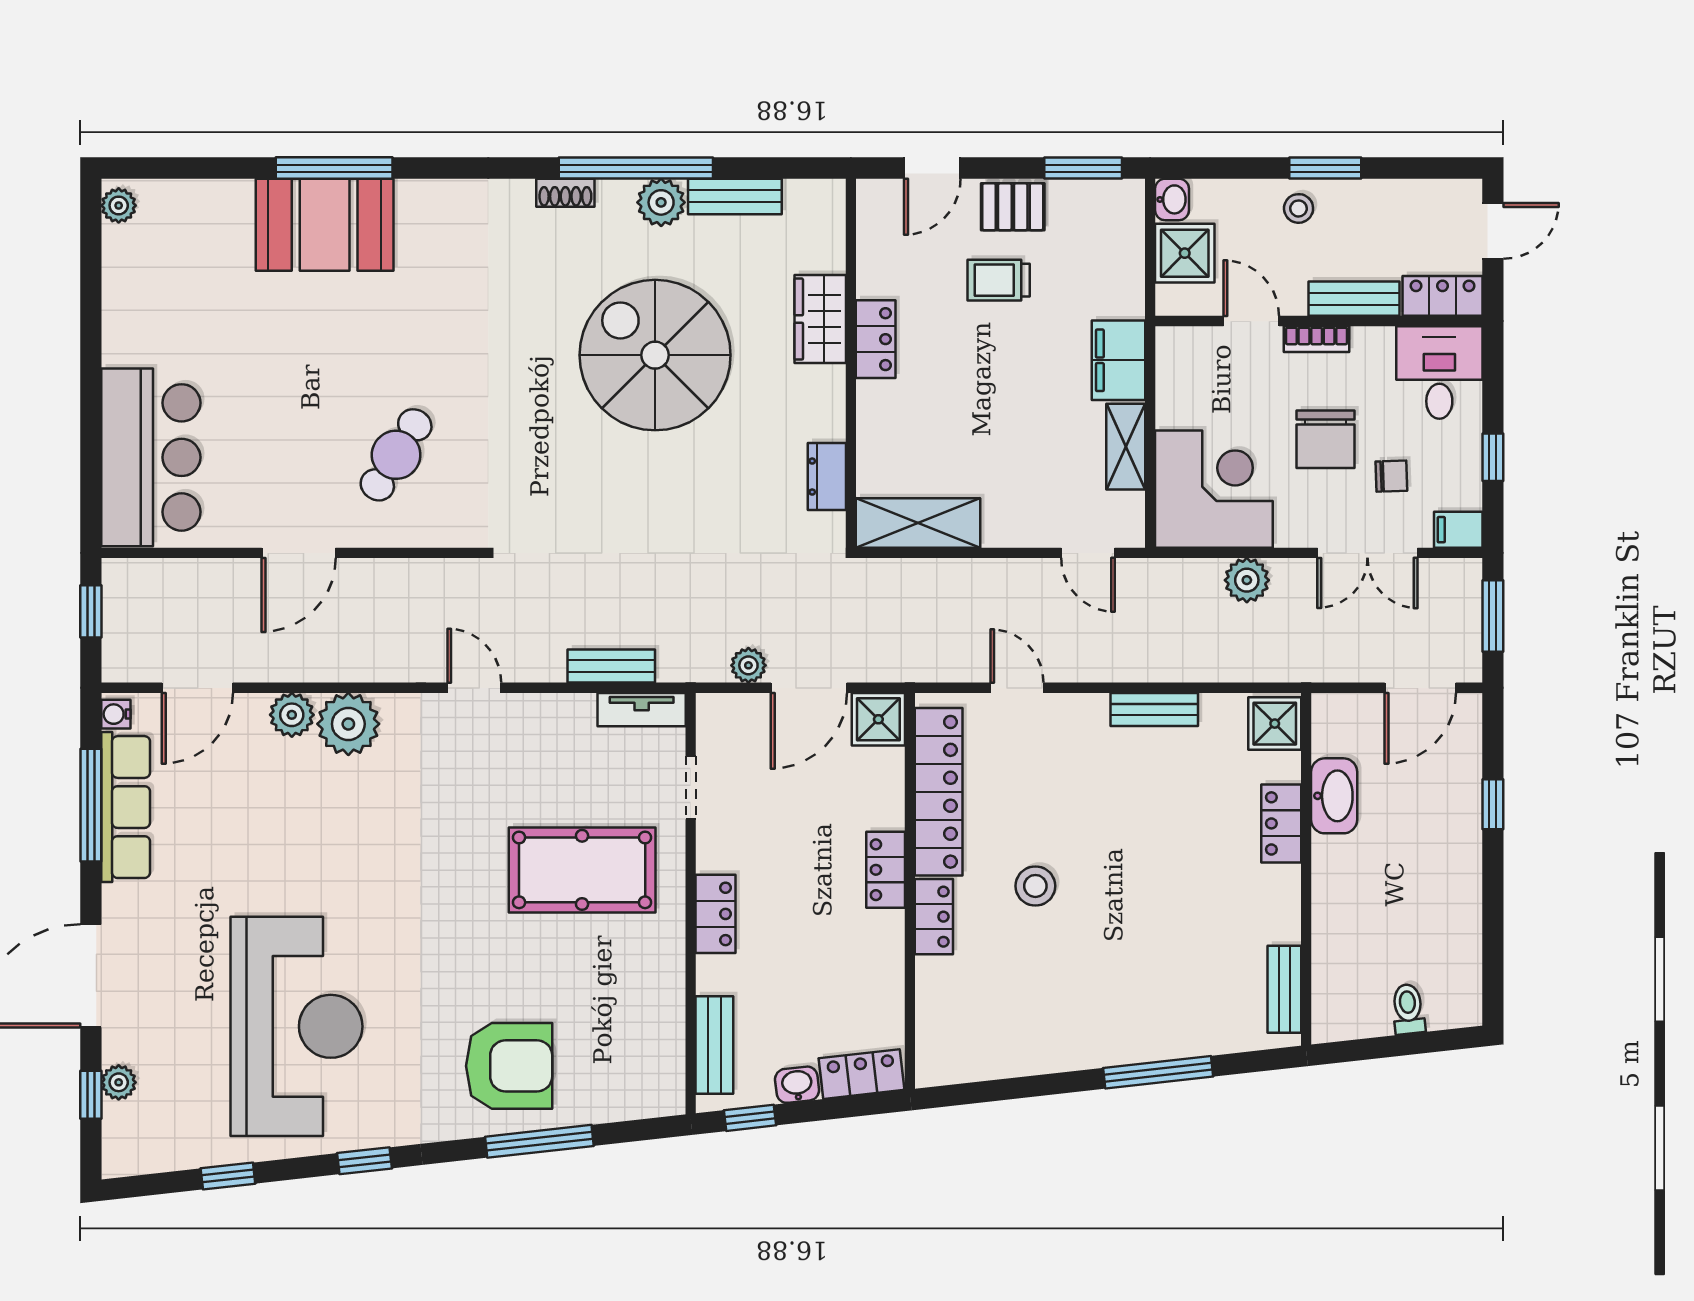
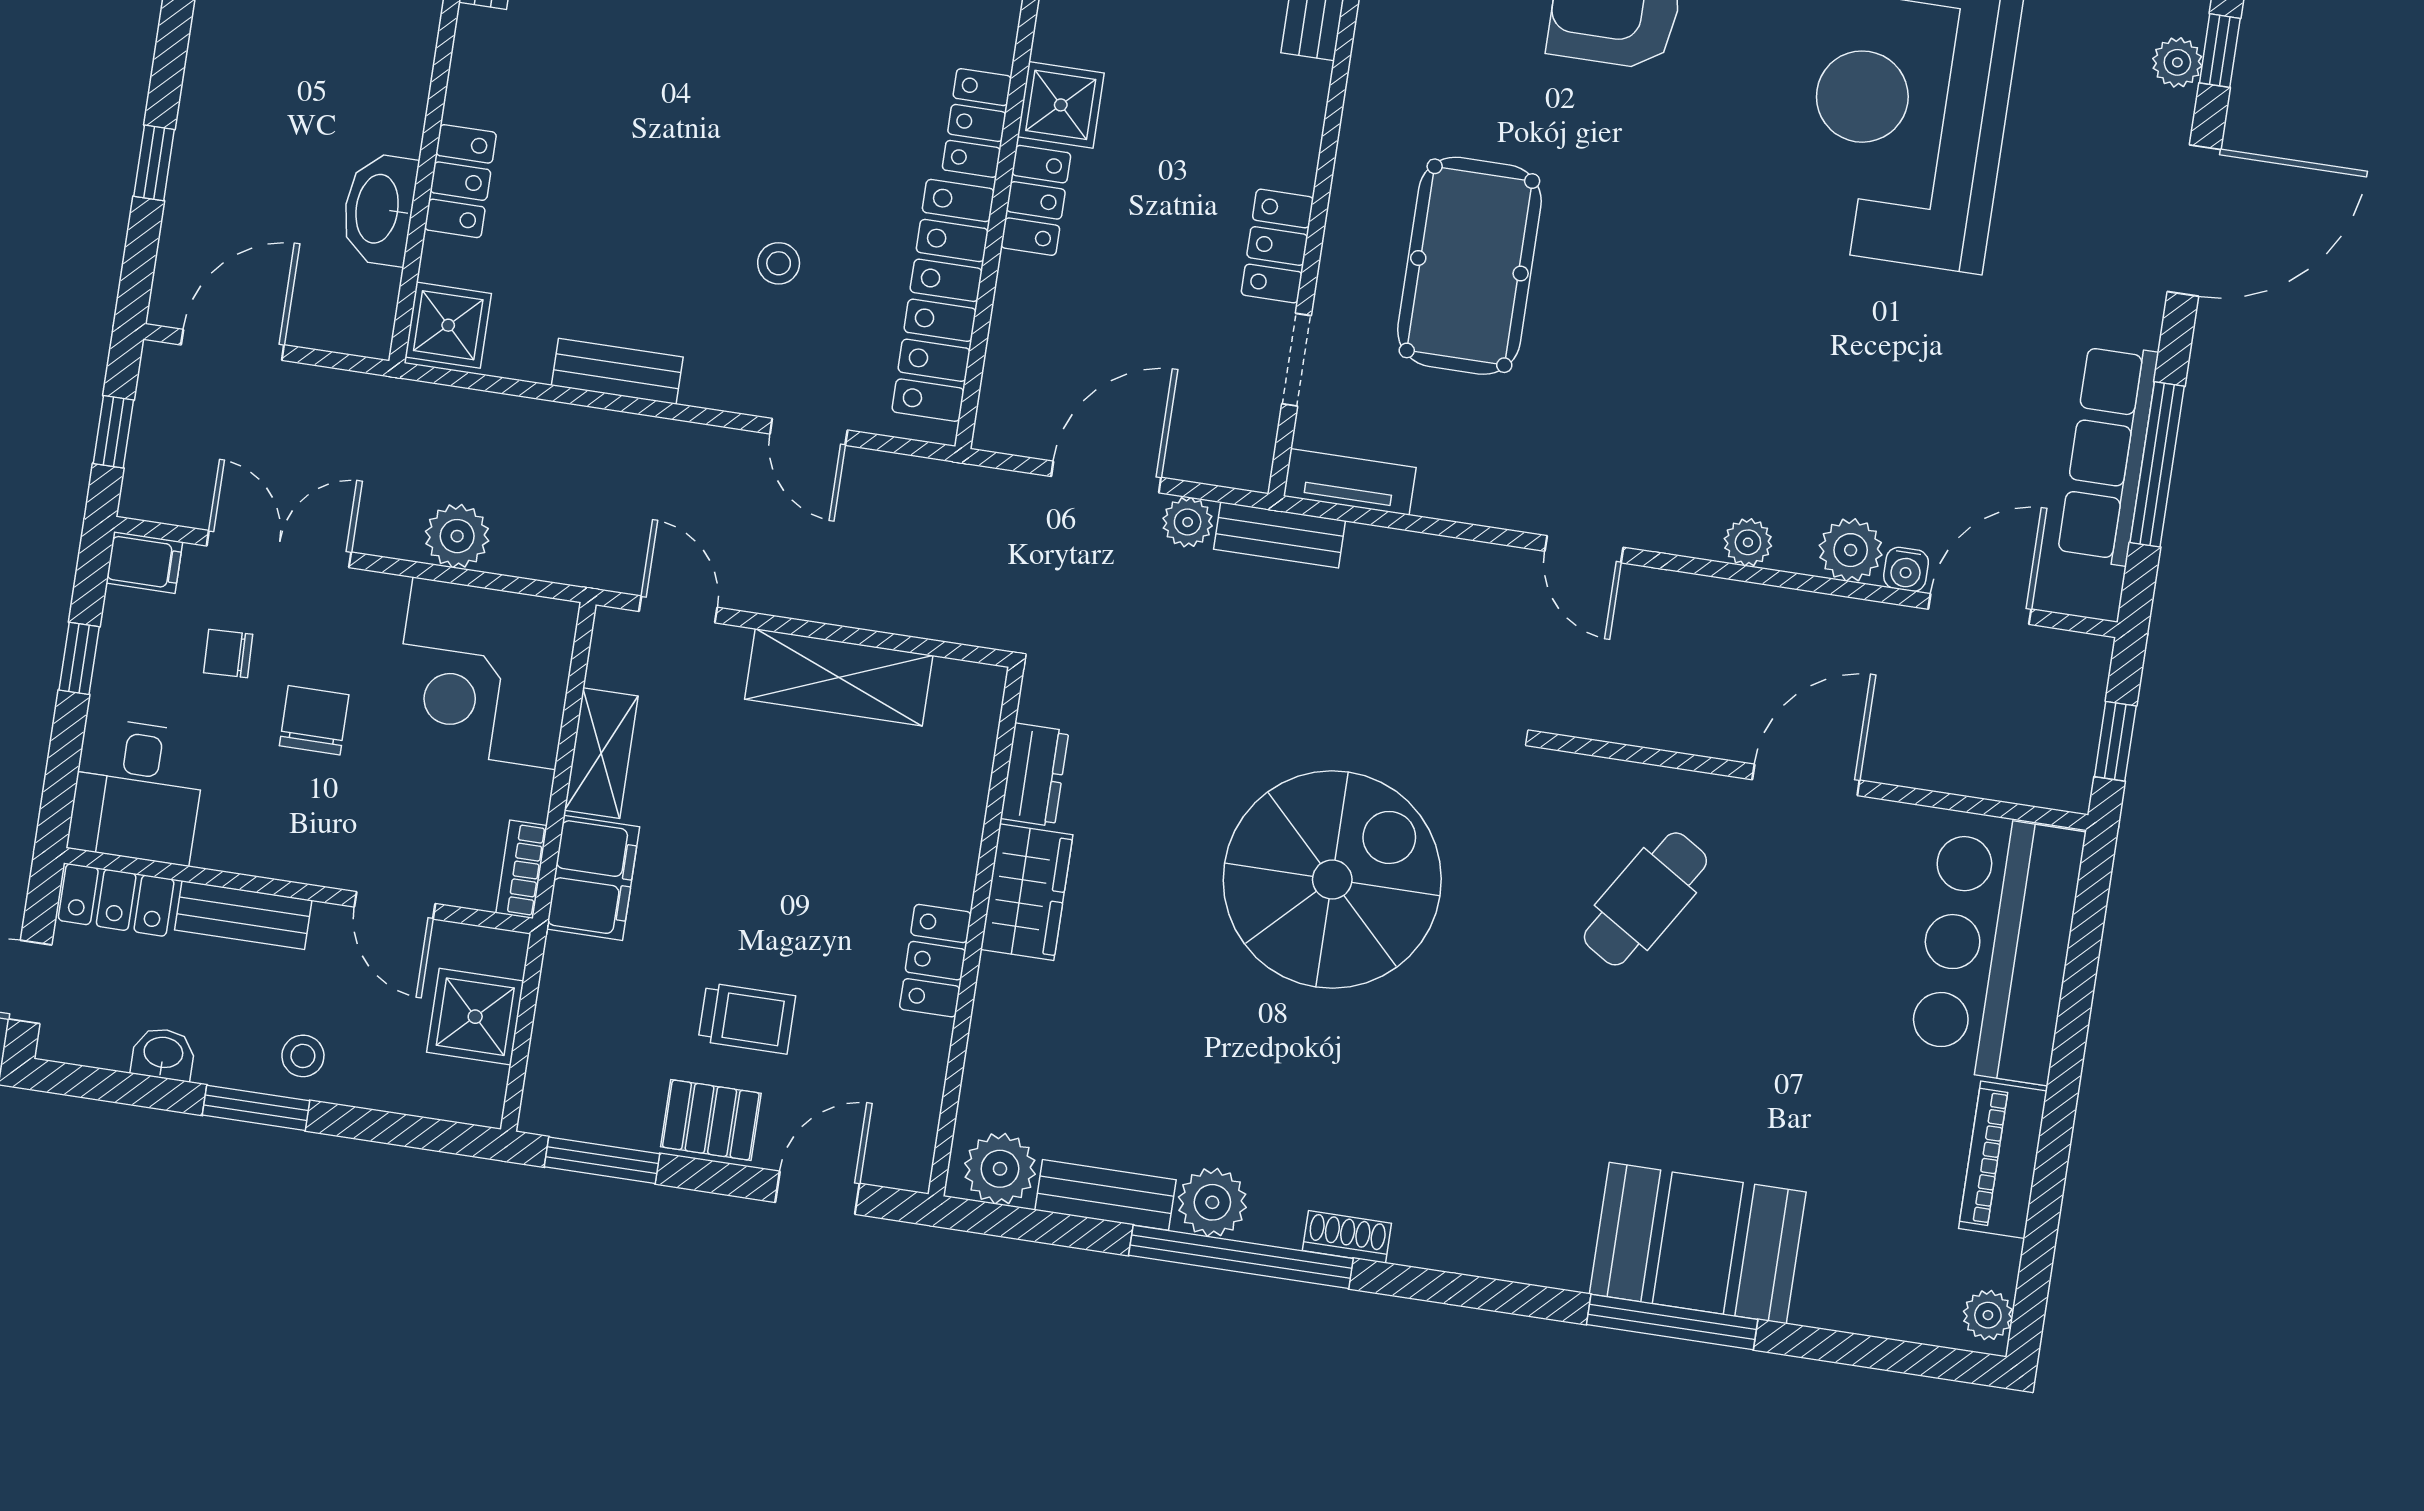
washbasin: (1172, 199) -> (163, 1054), moved, turned 90
plant: (810, 203) -> (1000, 1169), added
piano: (125, 313) -> (2003, 1160), added
wardrobe: (820, 319) -> (1027, 892), moved
bookcase: (1317, 339) -> (522, 869), moved, turned -90
spiral stairs: (655, 355) -> (1332, 880), moved, turned -90
chair: (1326, 439) -> (314, 720), width x0.73, depth x0.73
shelving: (918, 523) -> (839, 677), moved
window: (1493, 616) -> (113, 432), width x0.67
bench: (611, 666) -> (1280, 535), moved
water cooler: (116, 714) -> (1906, 569), moved, turned 90
shower: (878, 719) -> (1061, 105), moved
plant: (348, 724) -> (1748, 542), width x0.53, depth x0.53
pool table: (582, 870) -> (1469, 266), turned 90
stool: (1035, 886) -> (779, 263), moved, width x0.73, depth x0.73
locker: (716, 914) -> (1277, 246), moved

